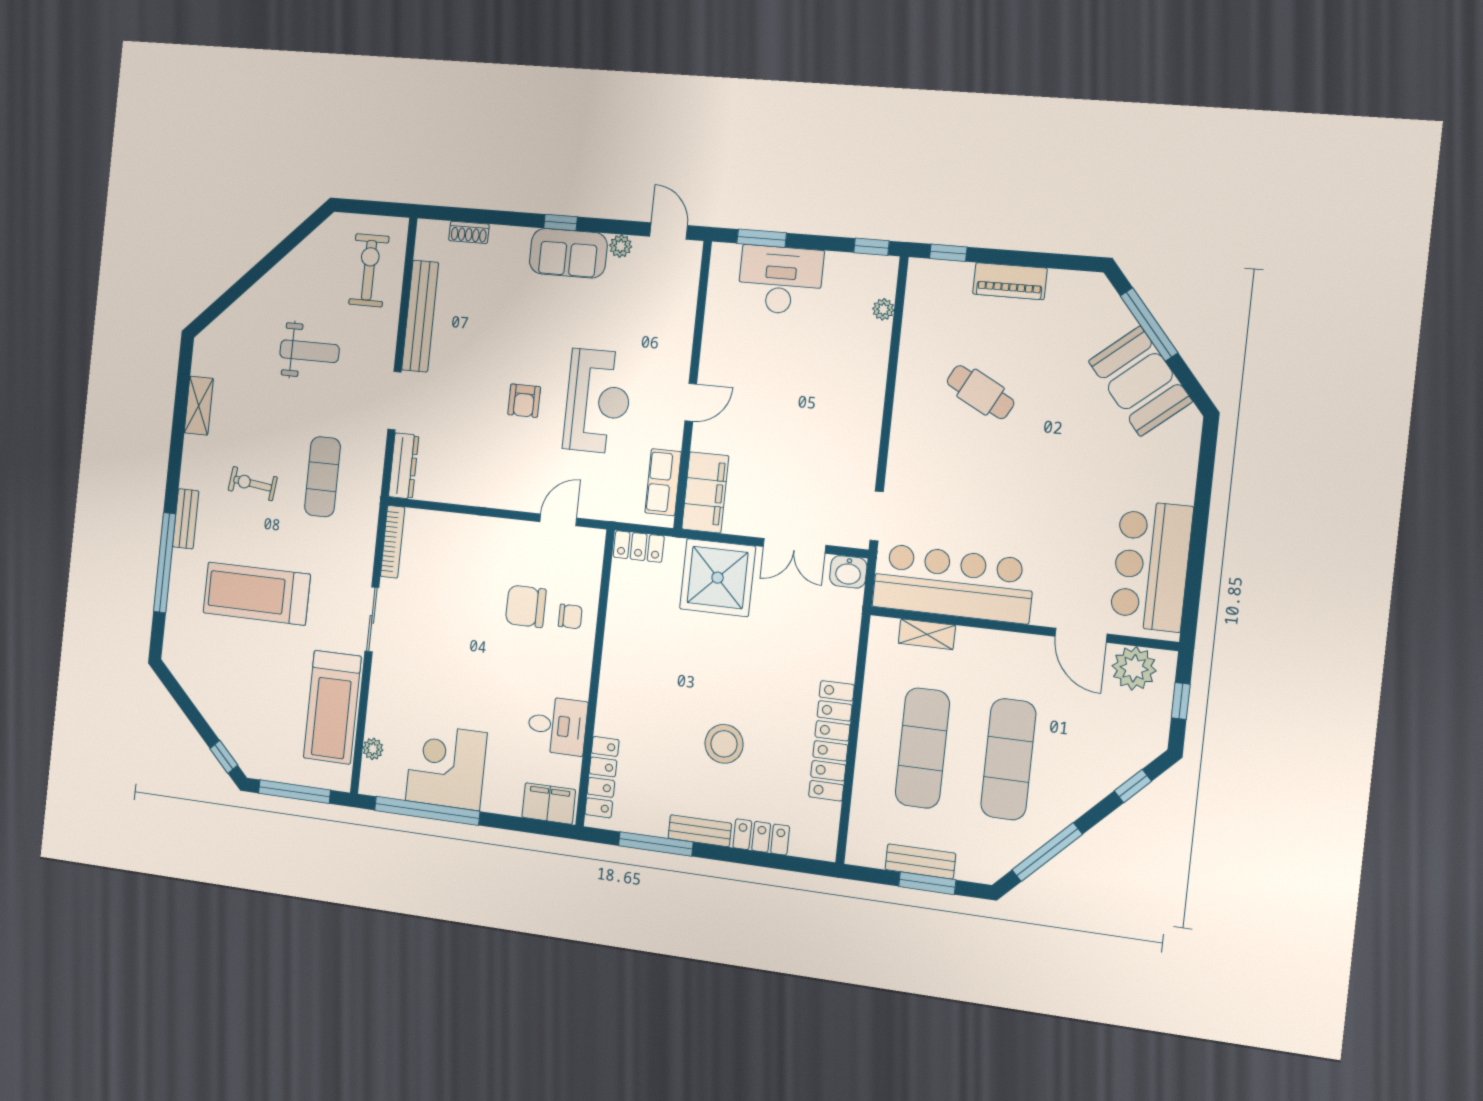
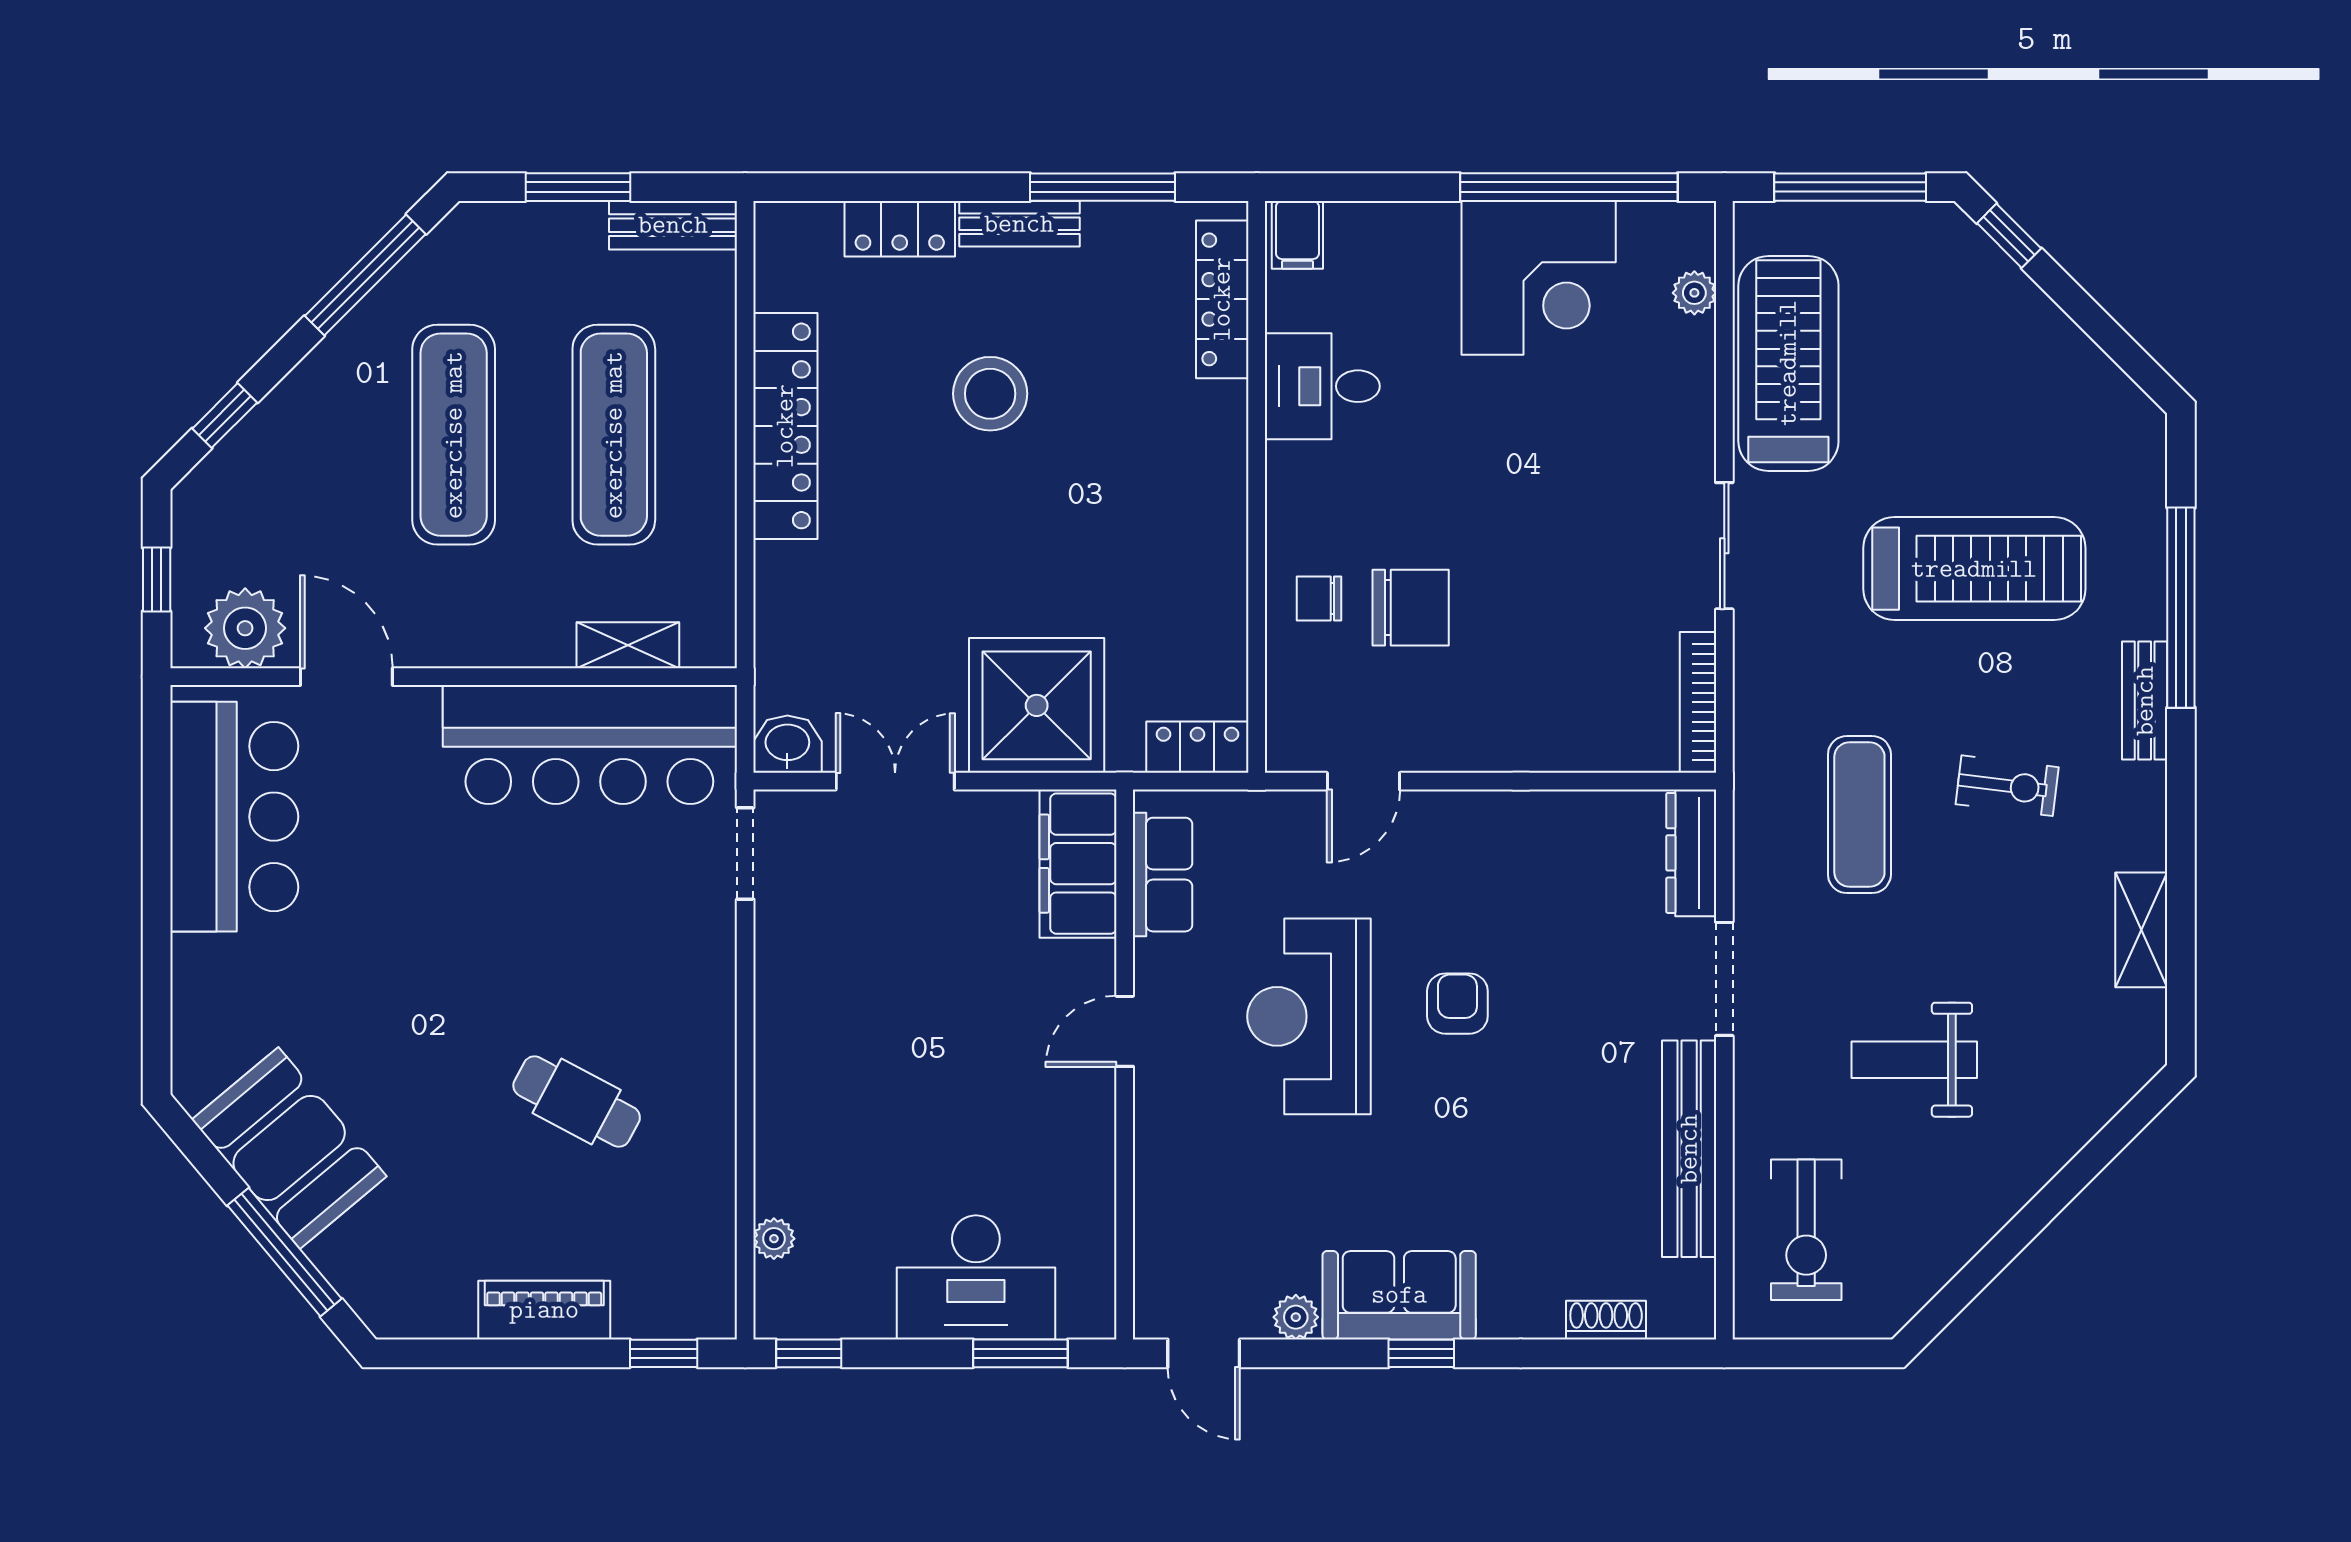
filing cabinet: (549, 803) -> (1297, 235), width x0.50
bench: (920, 861) -> (673, 225), moved

